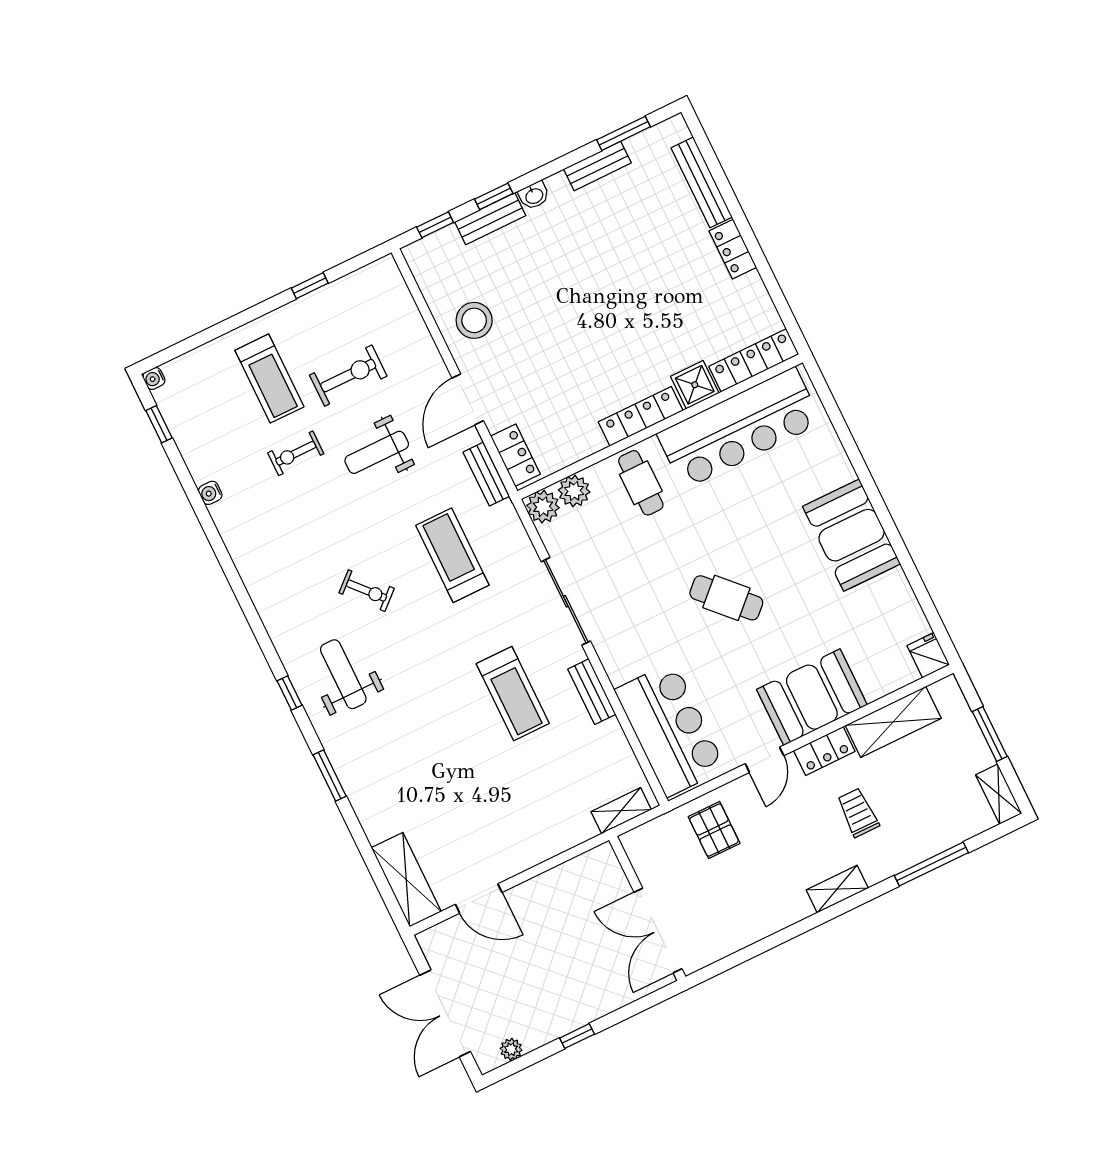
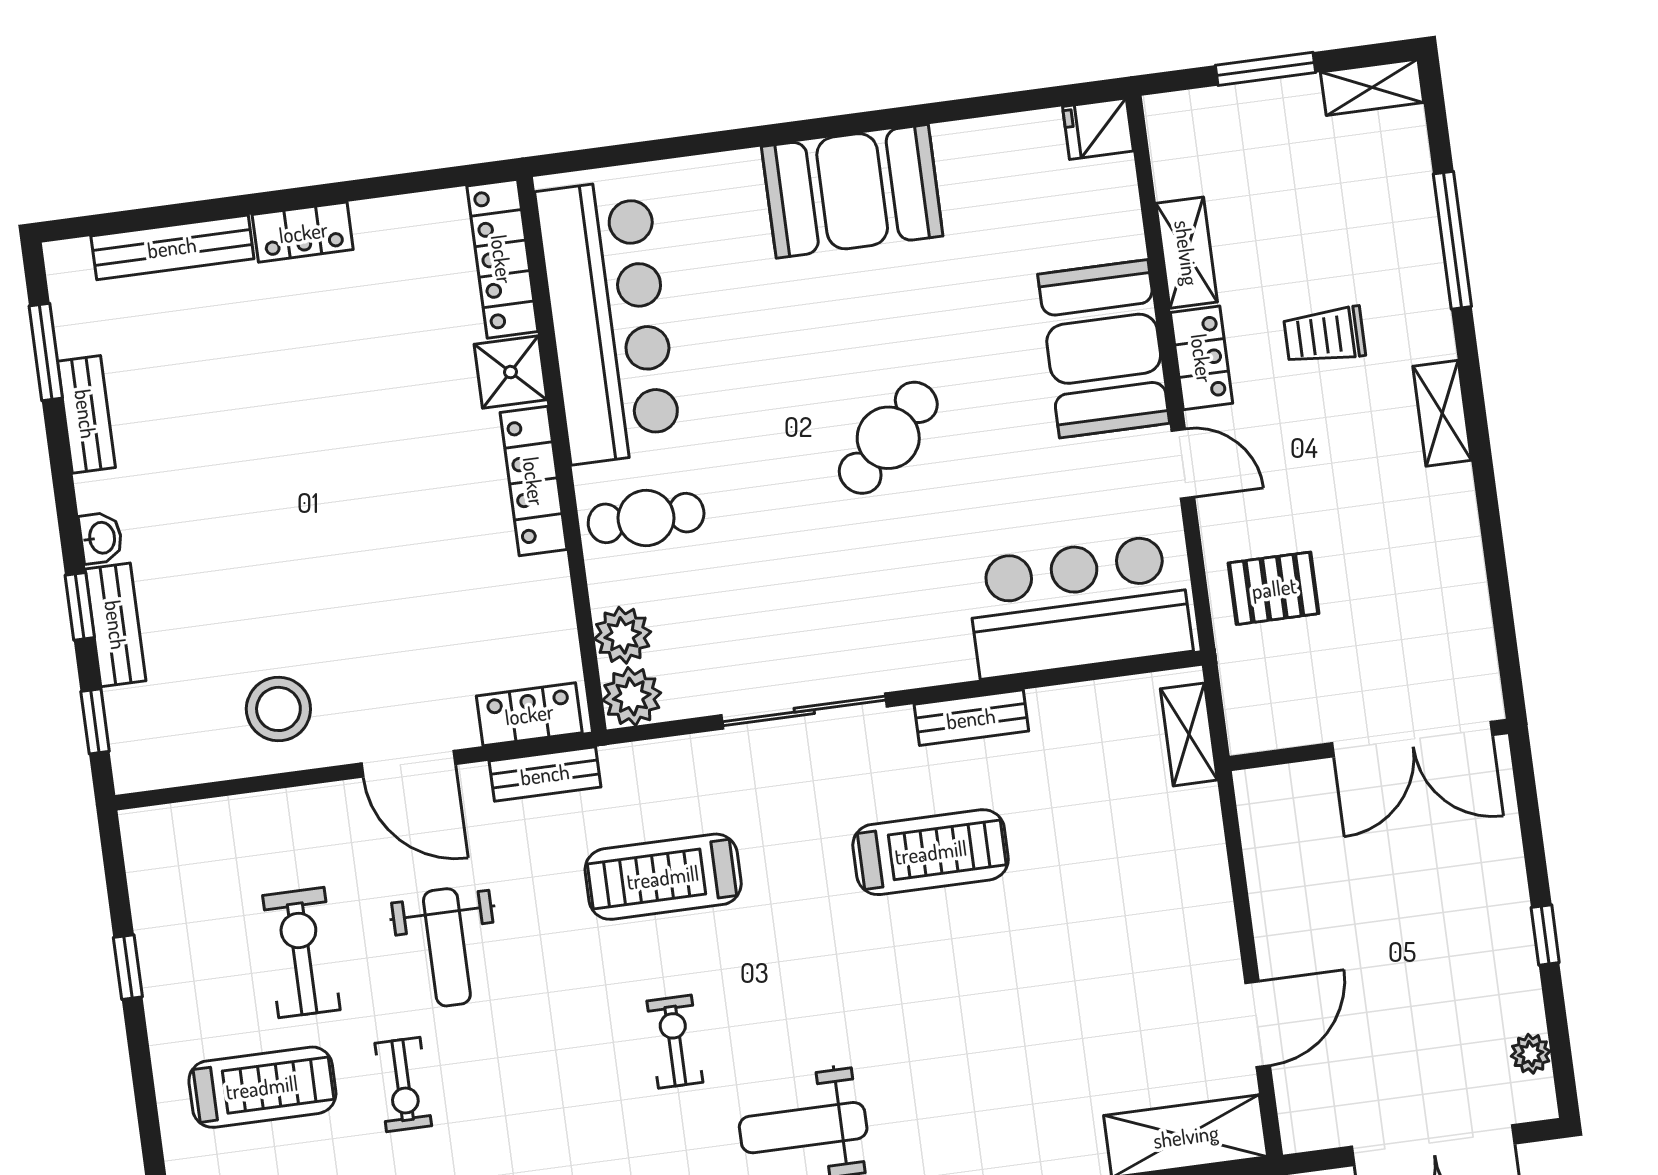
exercise bike: (367, 591) -> (675, 1042), turned -48
shelving: (893, 722) -> (1187, 253), width x0.67, depth x0.75

